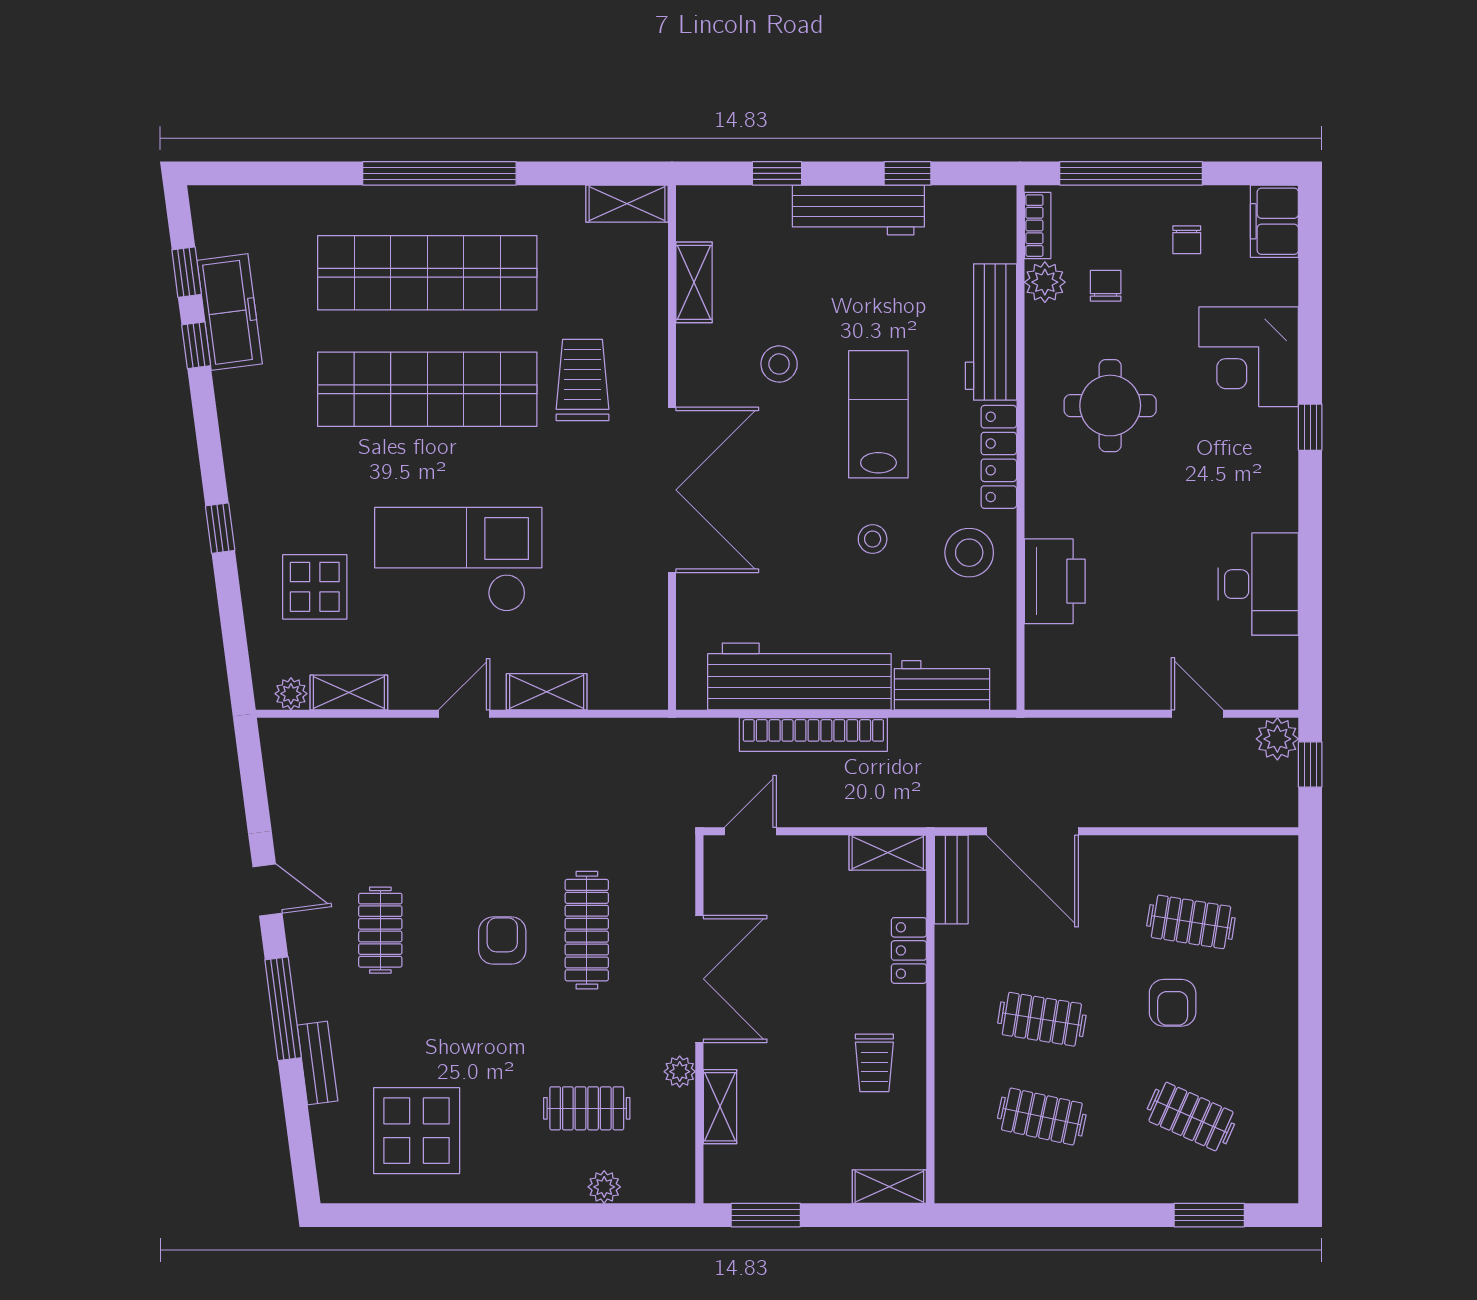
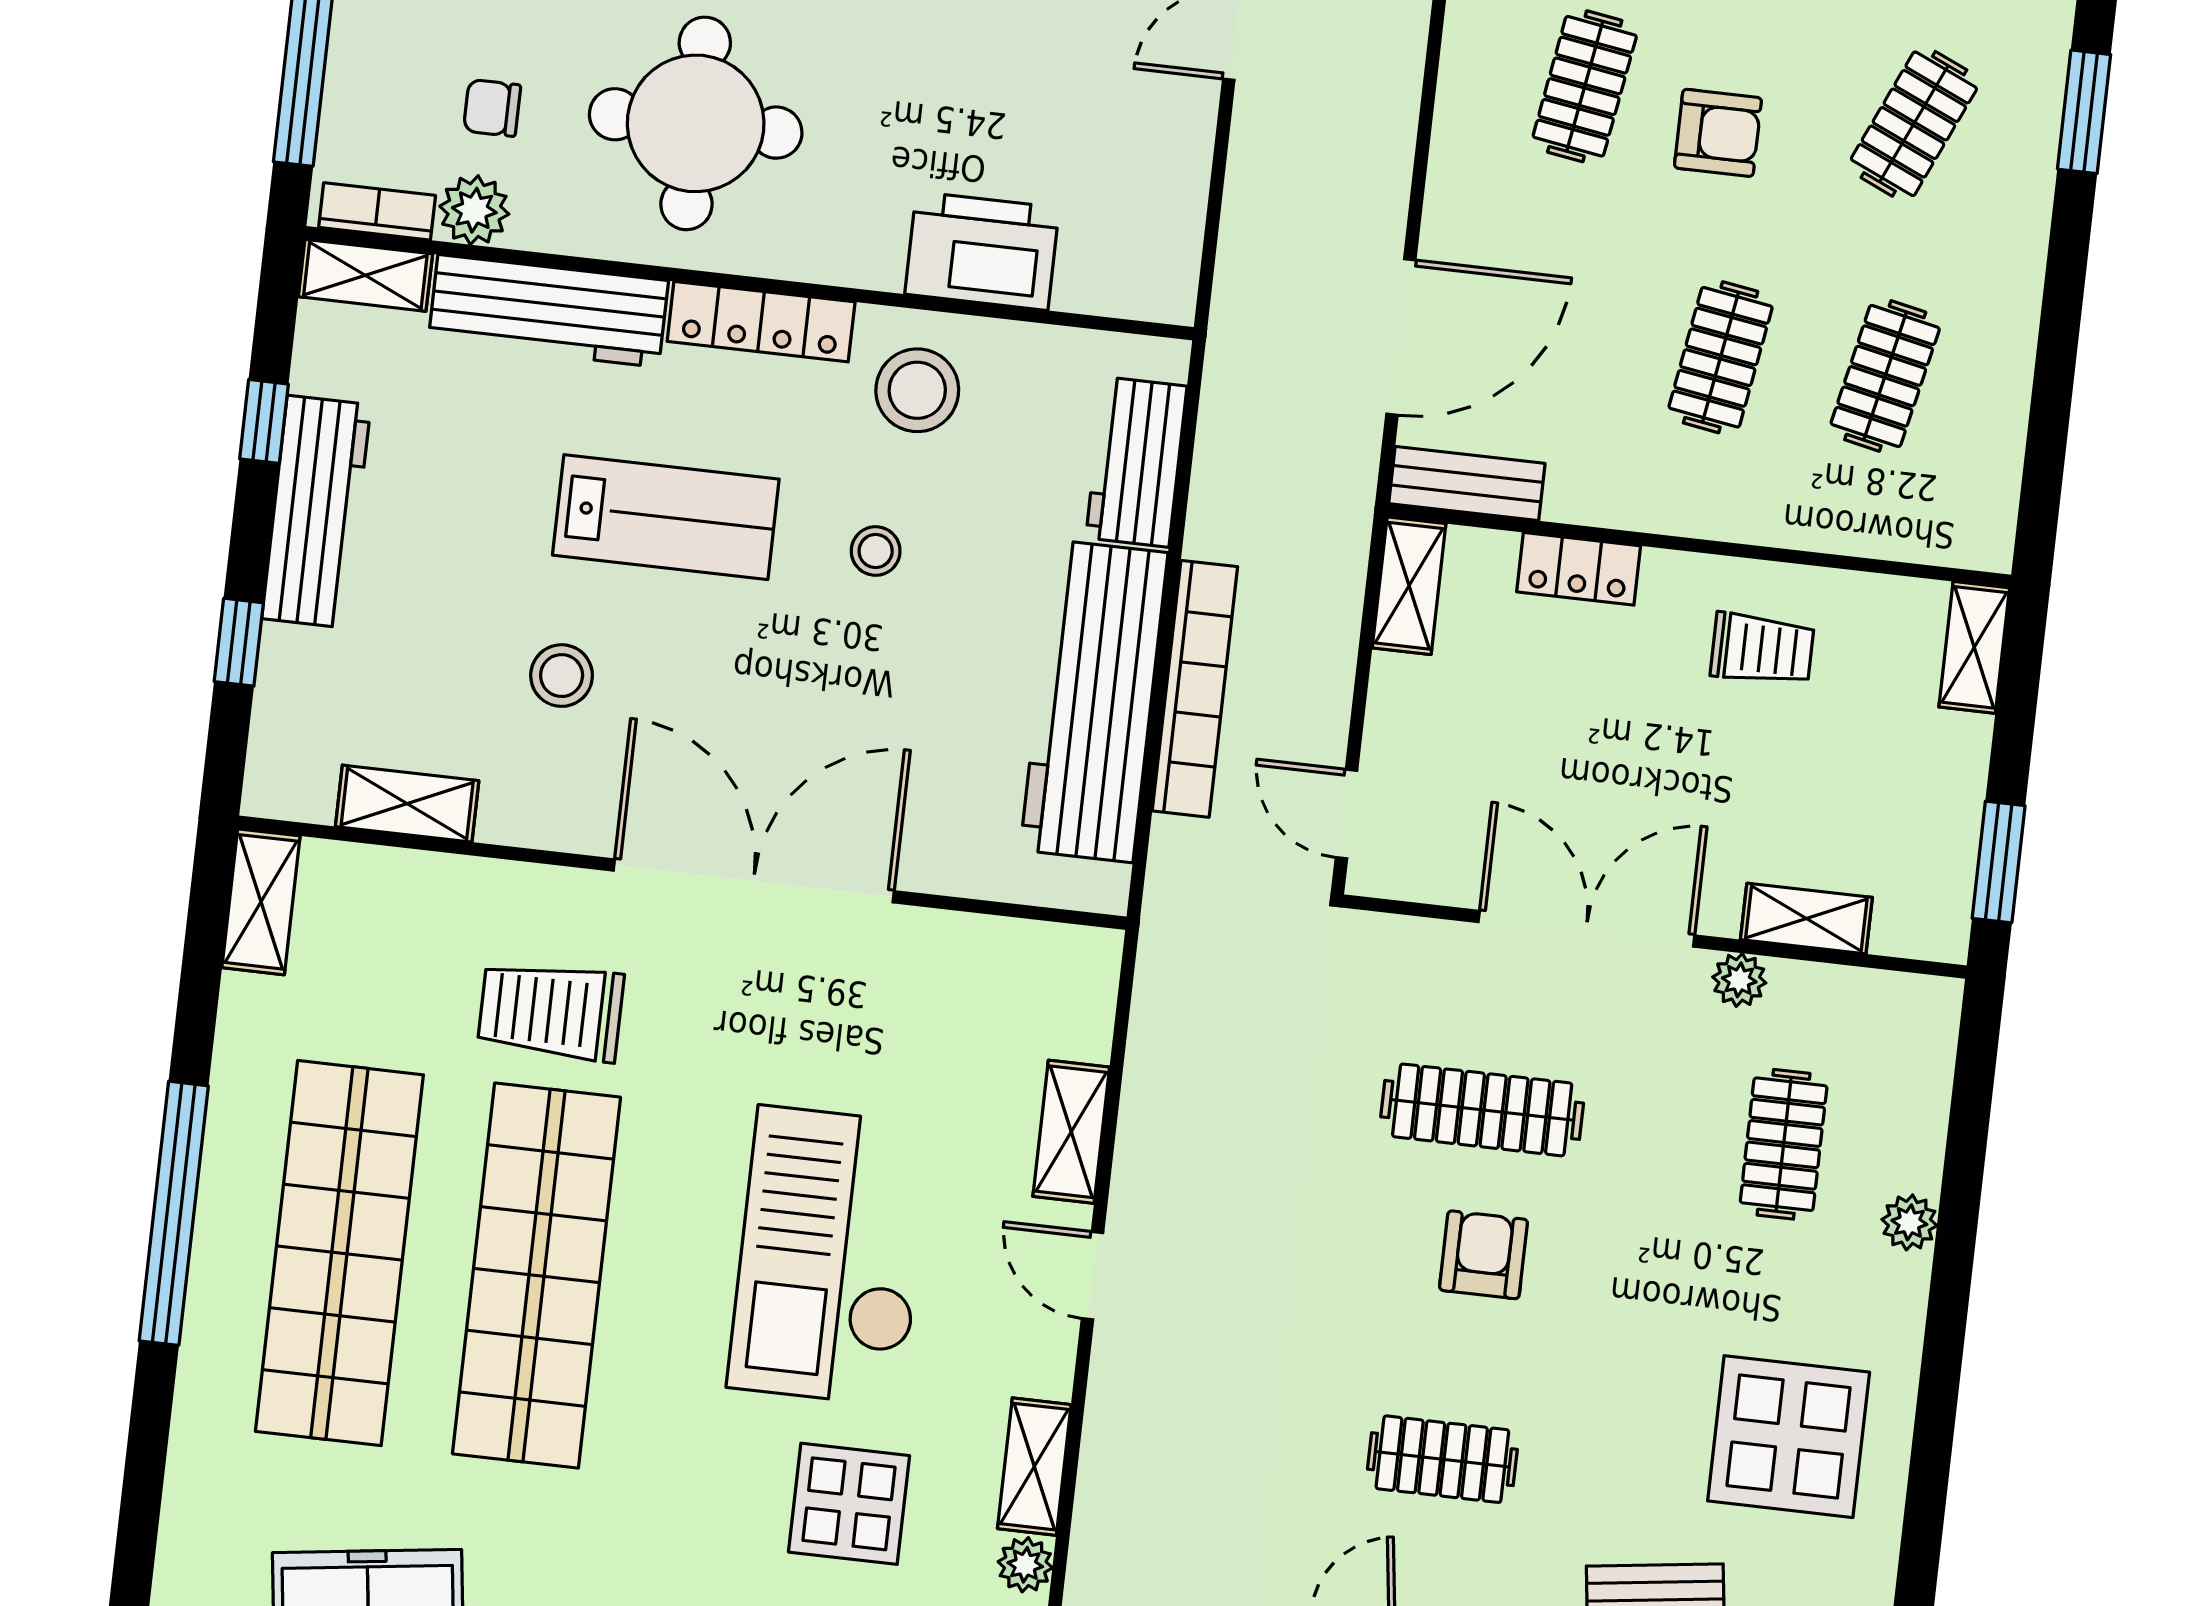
shelving: (1000, 223) -> (365, 275), added
round table: (1110, 406) -> (696, 123), width x1.36, depth x1.36
lab bench: (878, 414) -> (666, 517), turned 180
armchair: (502, 941) -> (1483, 1255), turned 90
plant: (604, 1187) -> (1909, 1222), moved

